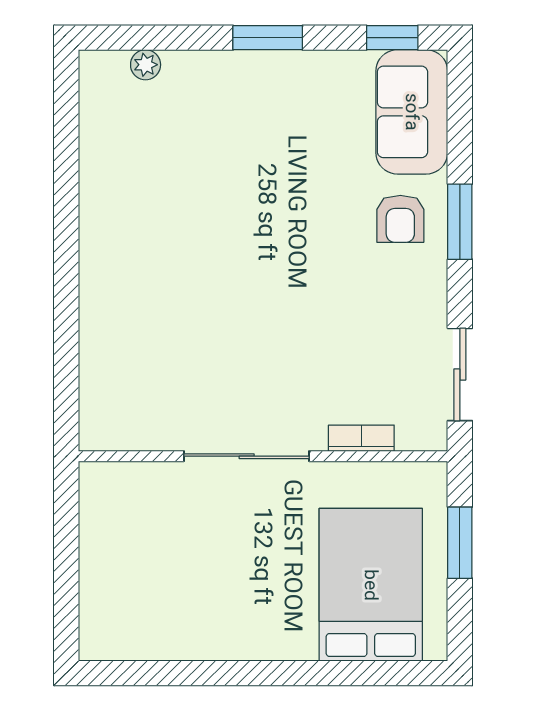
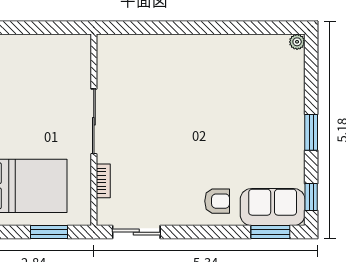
plant: (146, 65) -> (297, 42), moved
armchair: (400, 219) -> (217, 201), turned 180
window: (460, 222) -> (270, 232), moved

